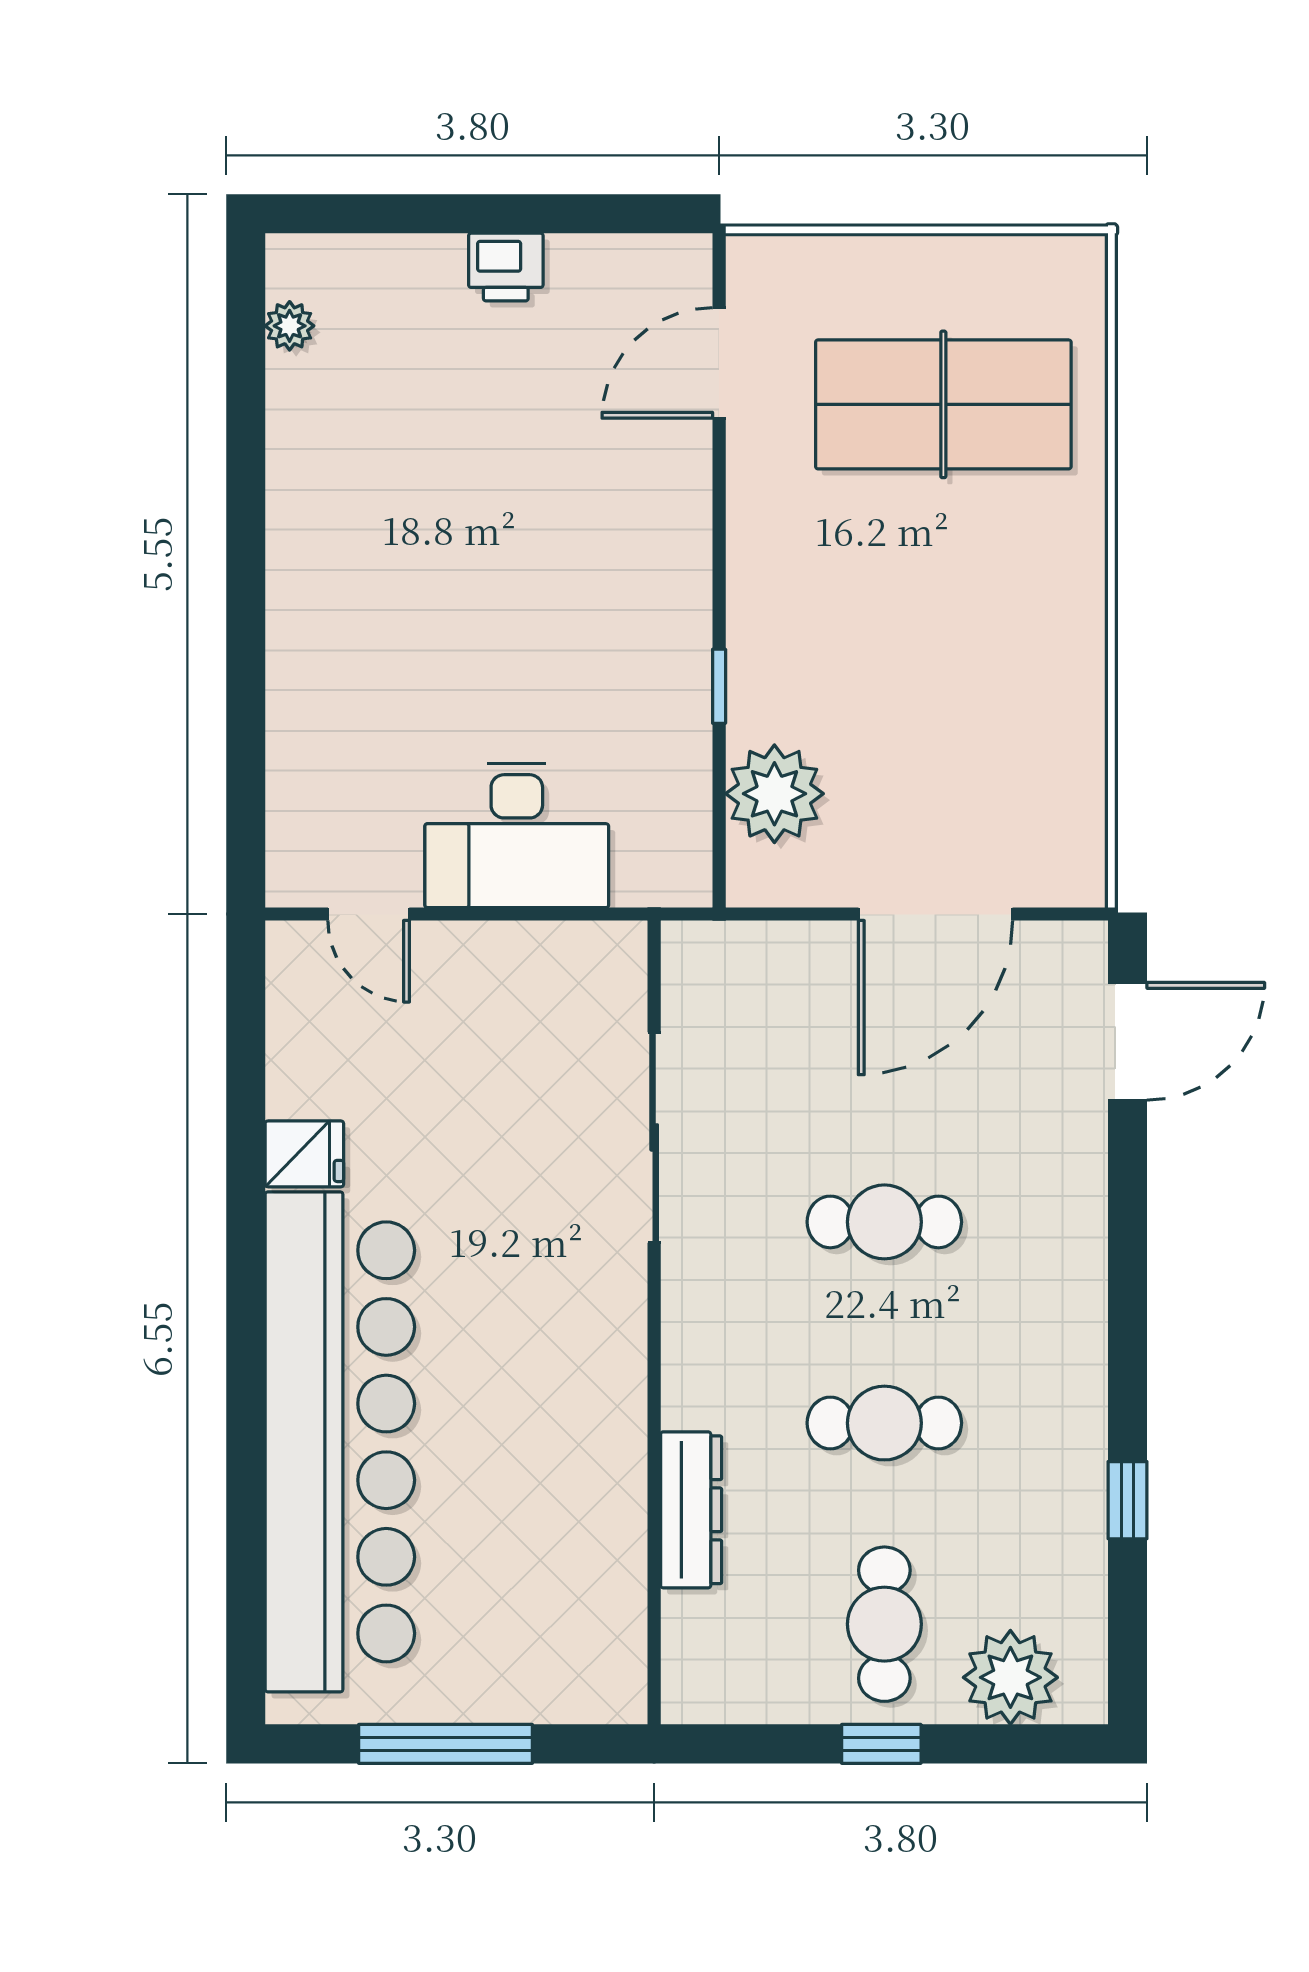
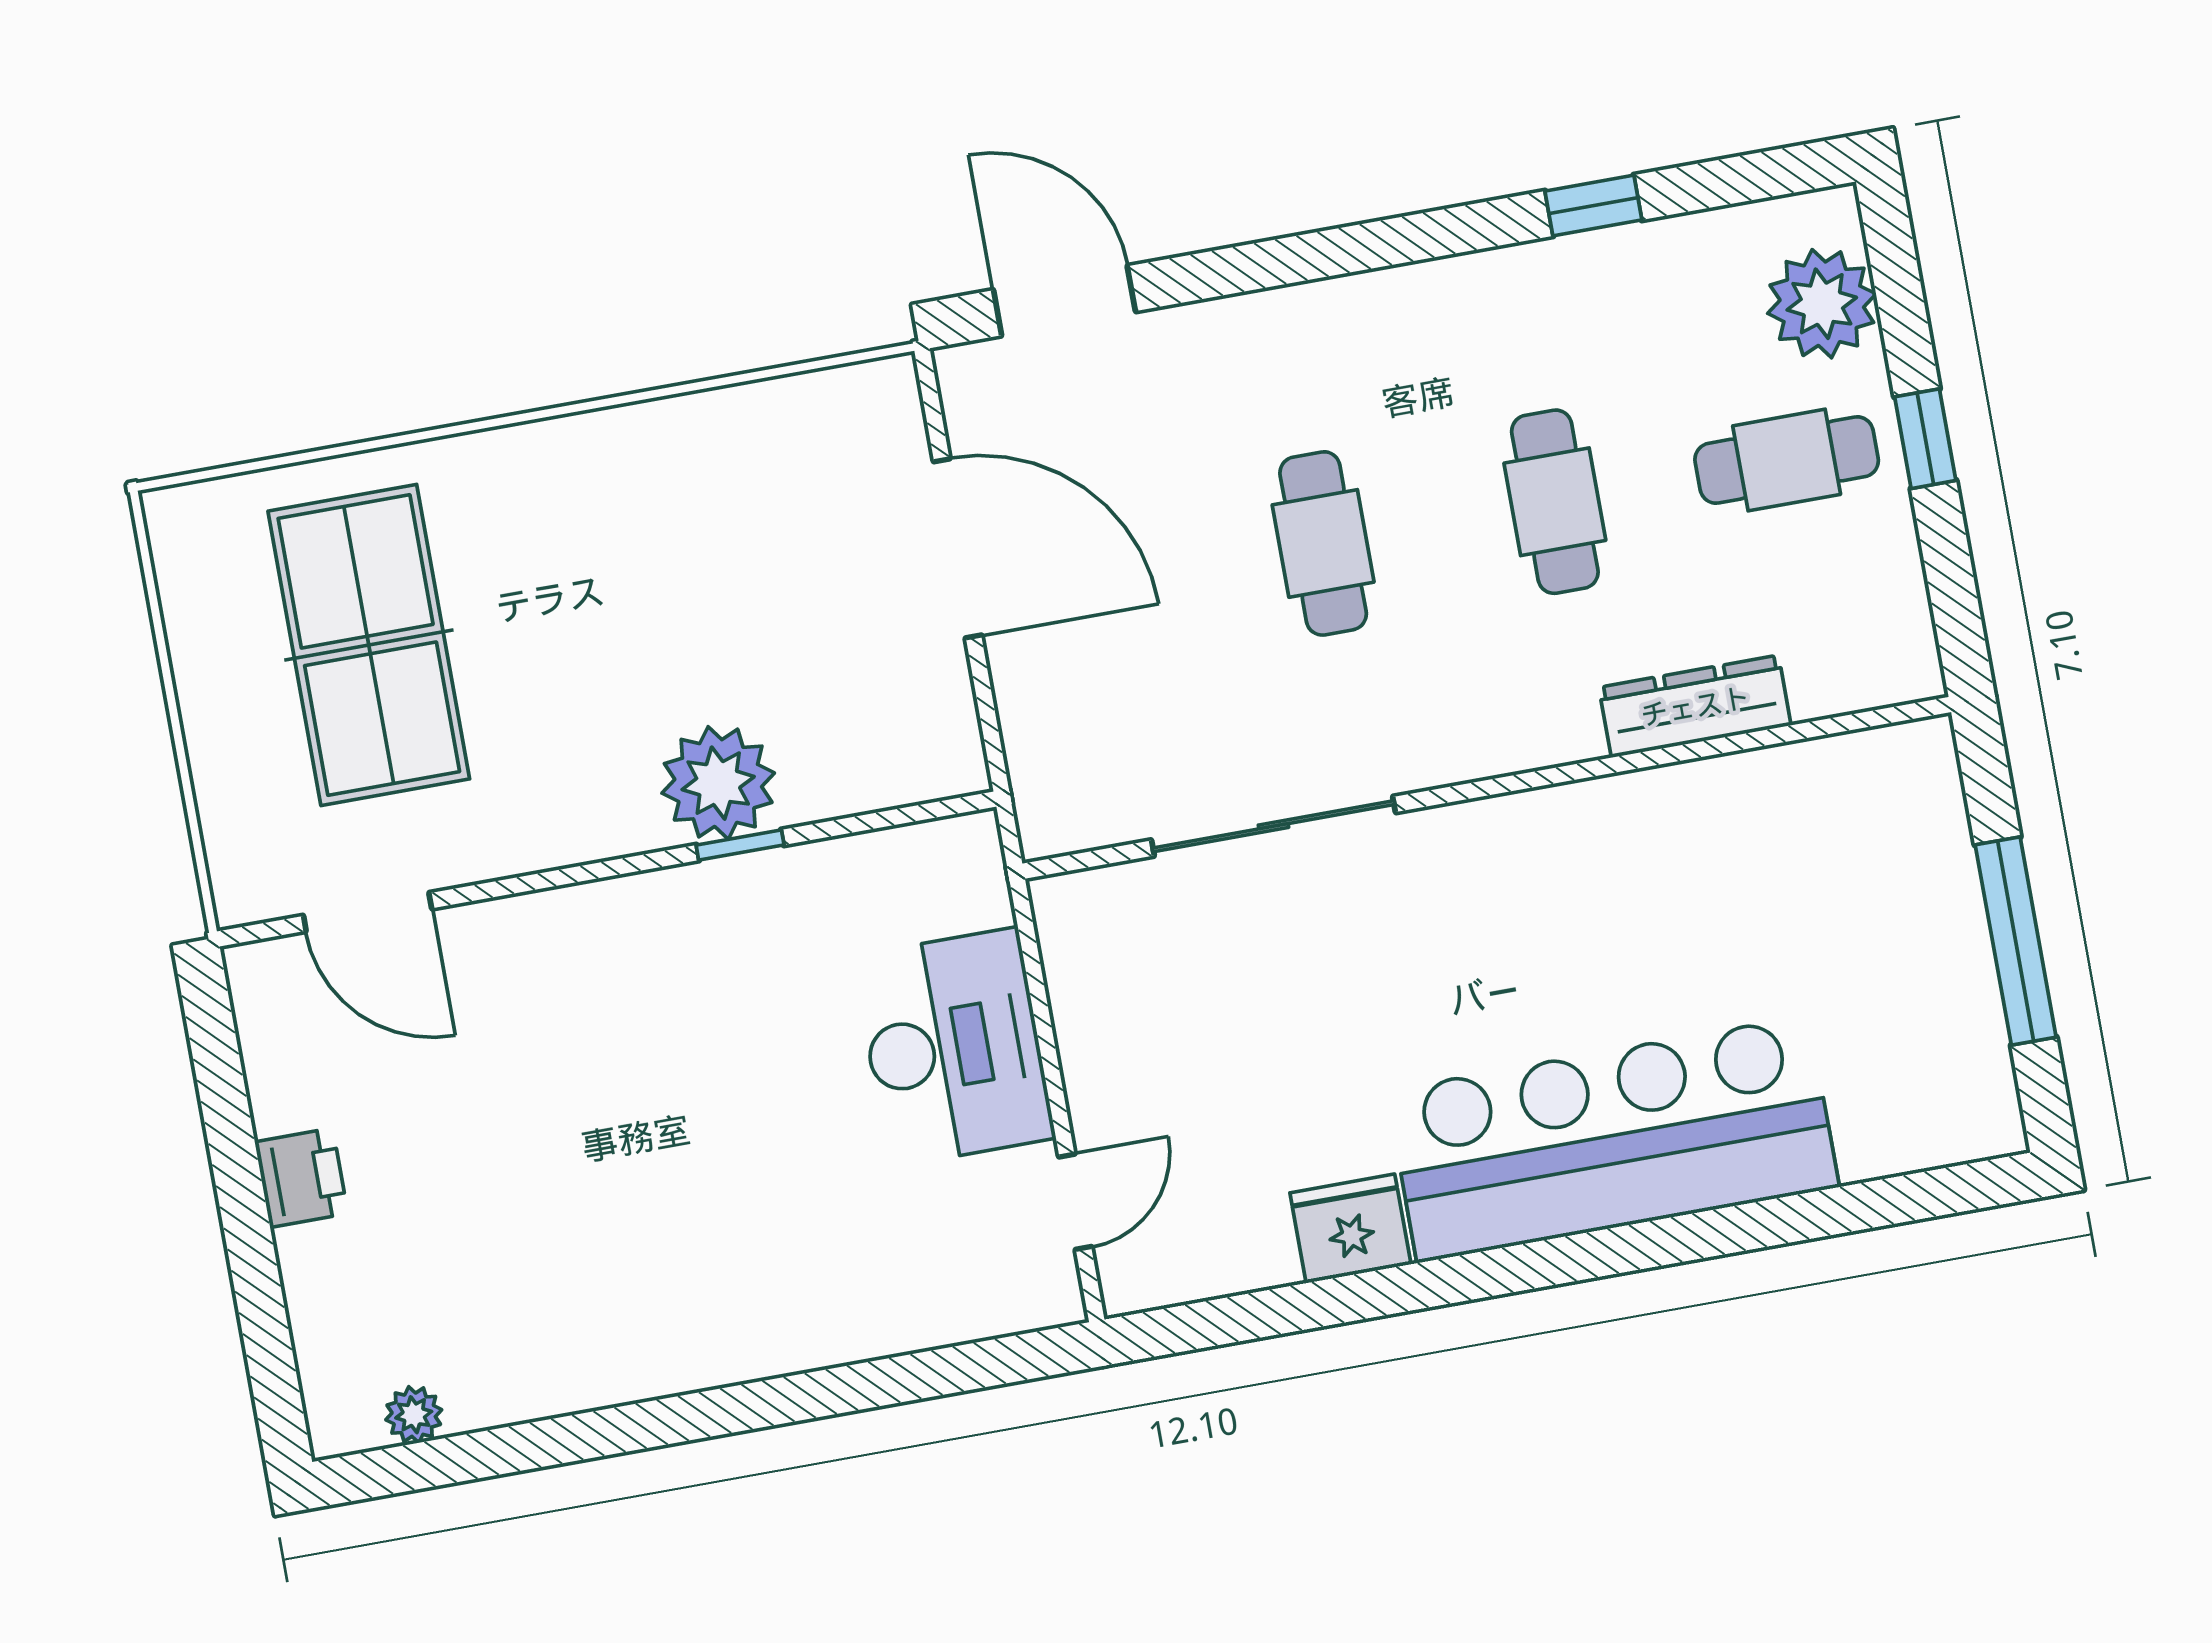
plant: (774, 794) -> (718, 783), moved
fridge: (304, 1154) -> (1350, 1229), width x1.38
bar counter: (340, 1442) -> (1613, 1139), width x0.73

